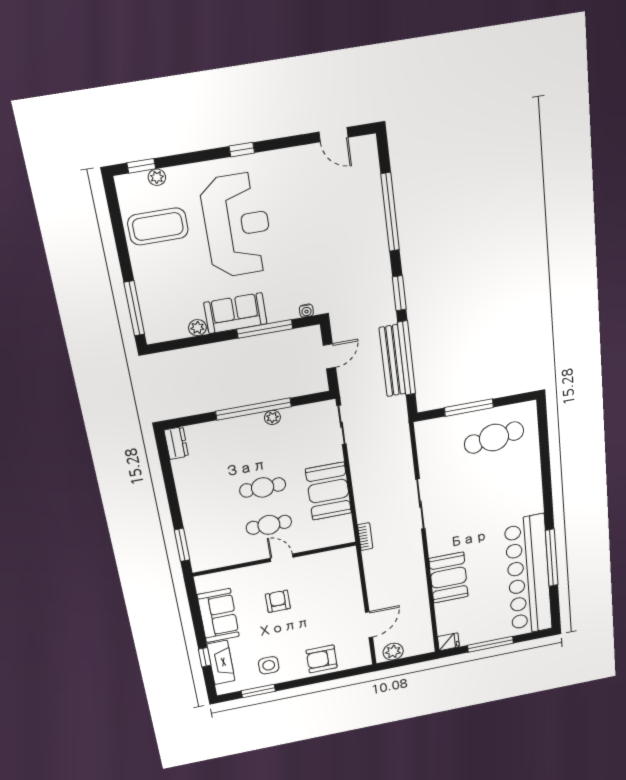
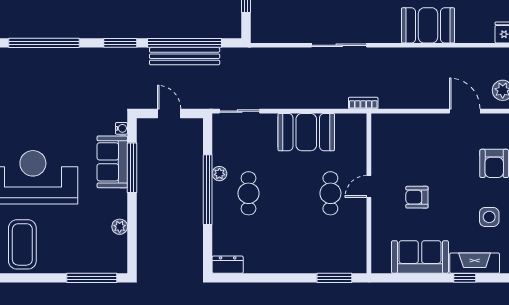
sofa: (235, 313) -> (112, 162), moved
cafe table: (263, 487) -> (248, 193), moved

